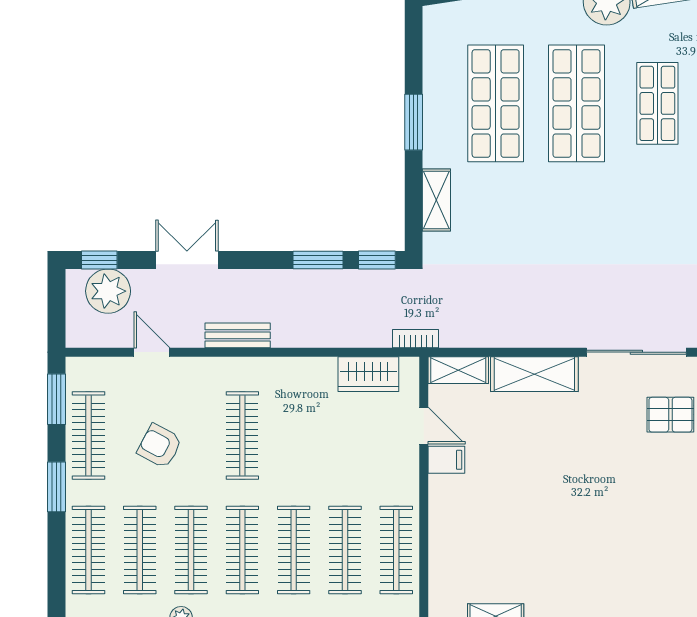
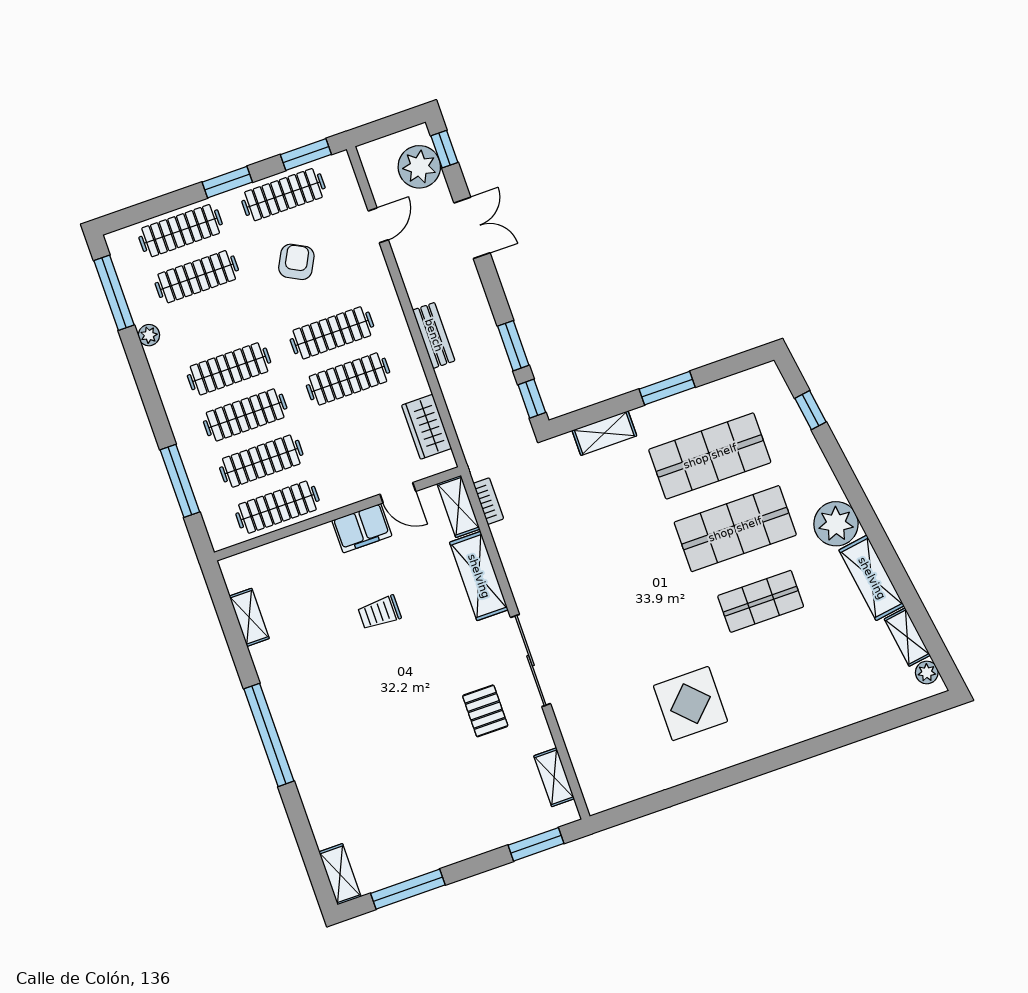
bench: (238, 335) -> (434, 335), moved
bookcase: (416, 339) -> (488, 501), moved
door: (424, 426) -> (398, 493), hinge flipped
filing cabinet: (446, 460) -> (362, 528), width x2.00
trolley: (536, 485) -> (380, 612), added
clothes rail: (191, 550) -> (348, 379), moved

